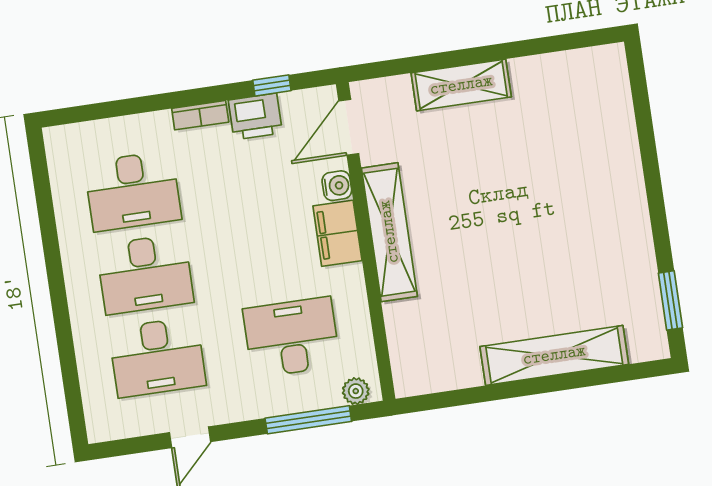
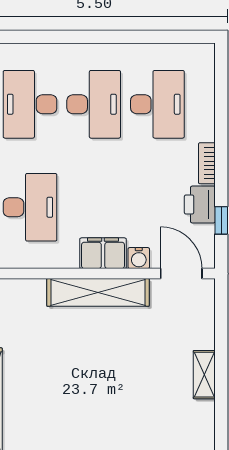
shelving: (461, 85) -> (204, 375), width x0.67, depth x0.75
desk: (133, 191) -> (157, 104), turned 180
desk: (145, 274) -> (94, 104), turned 180

